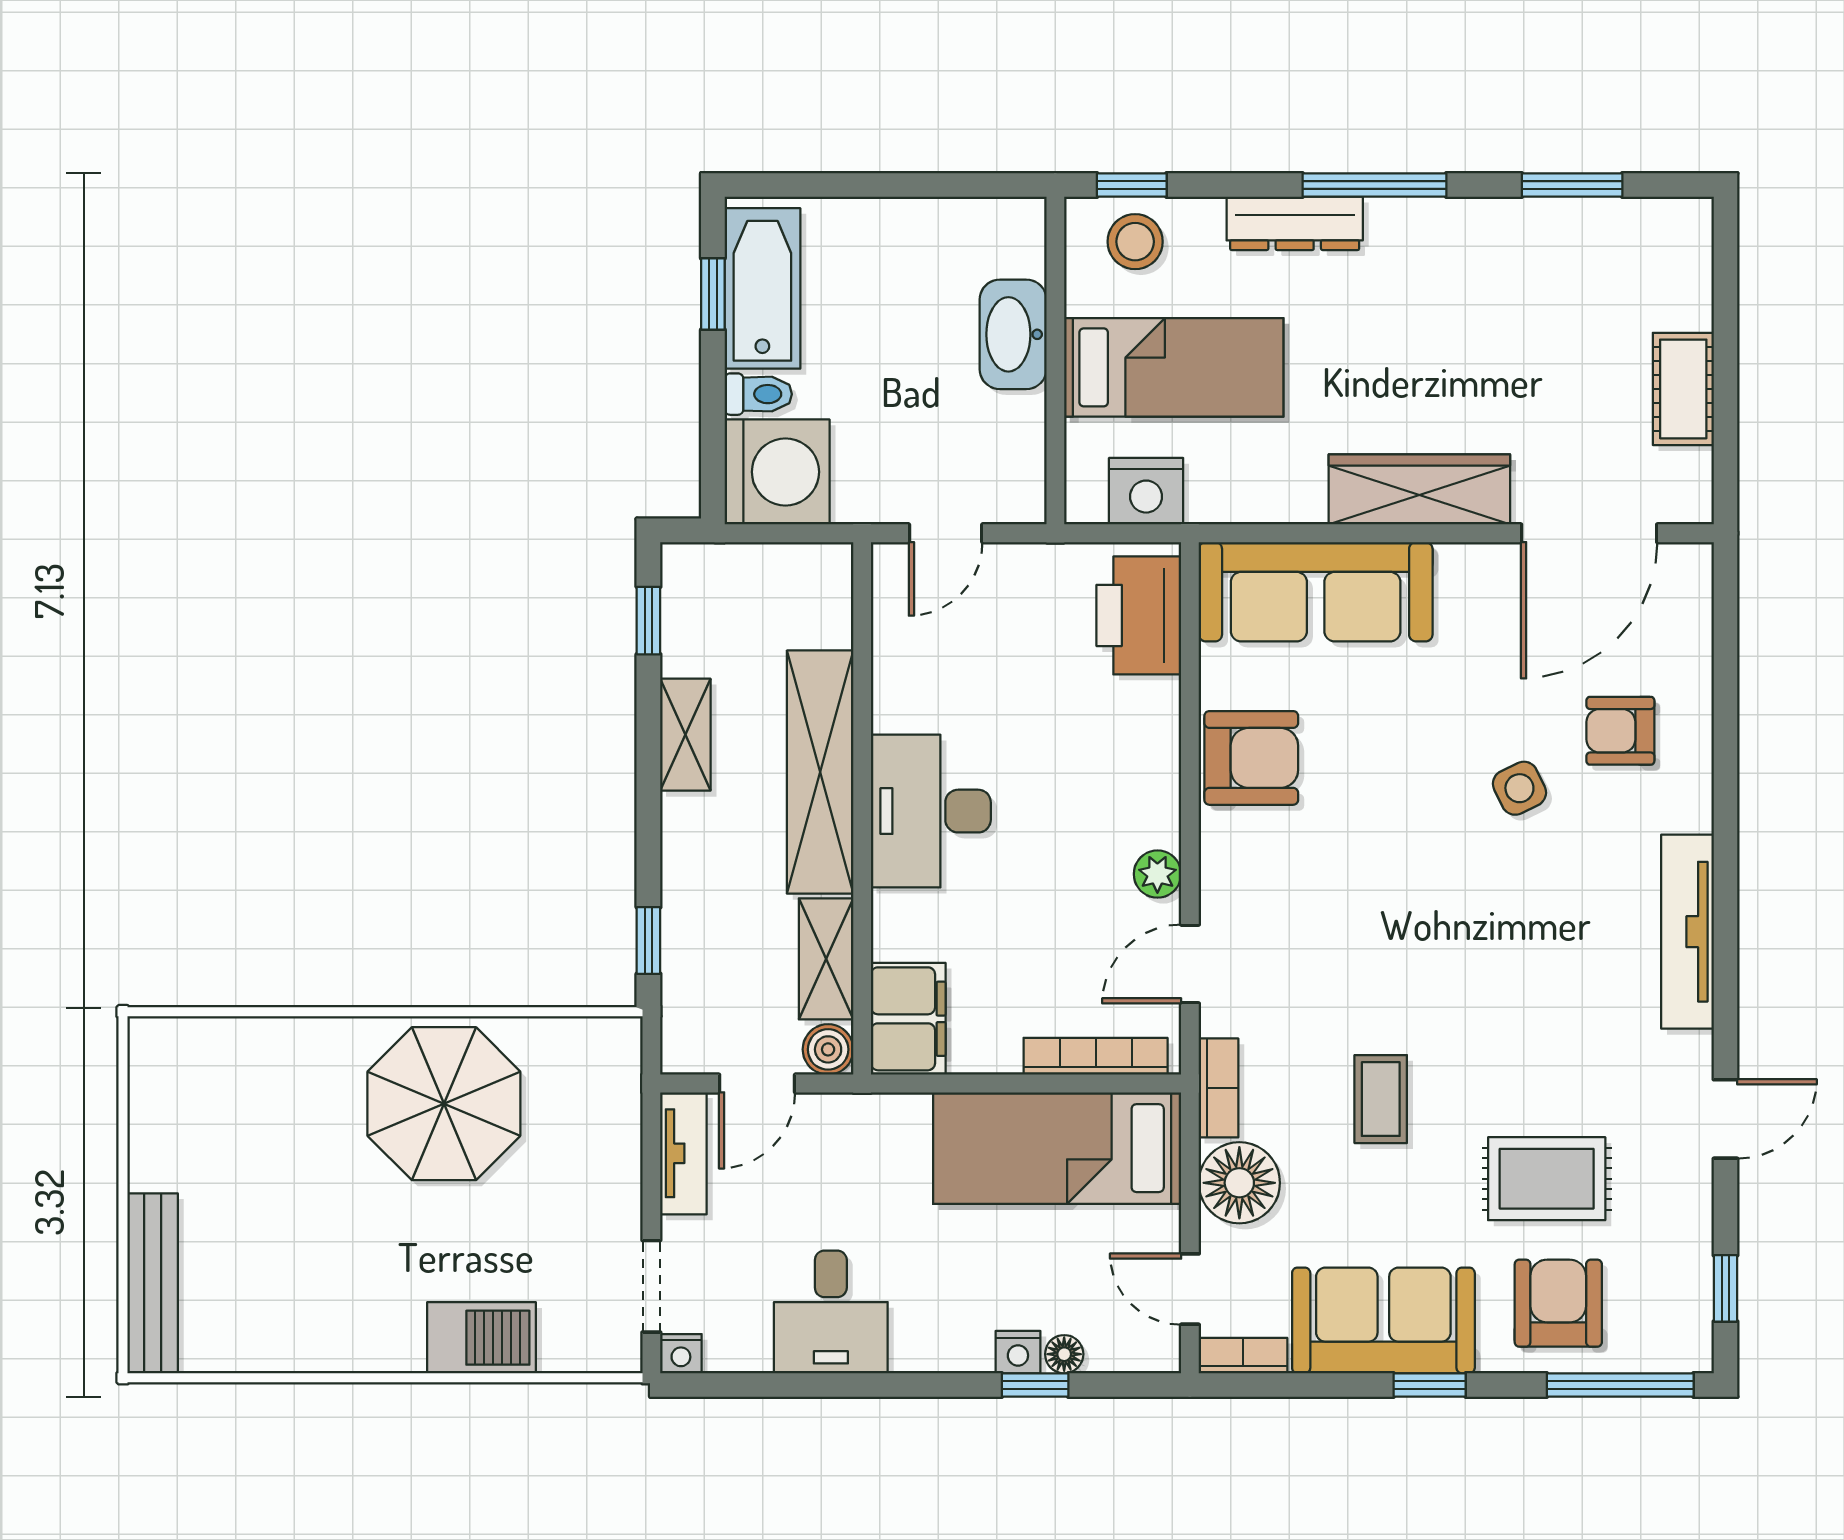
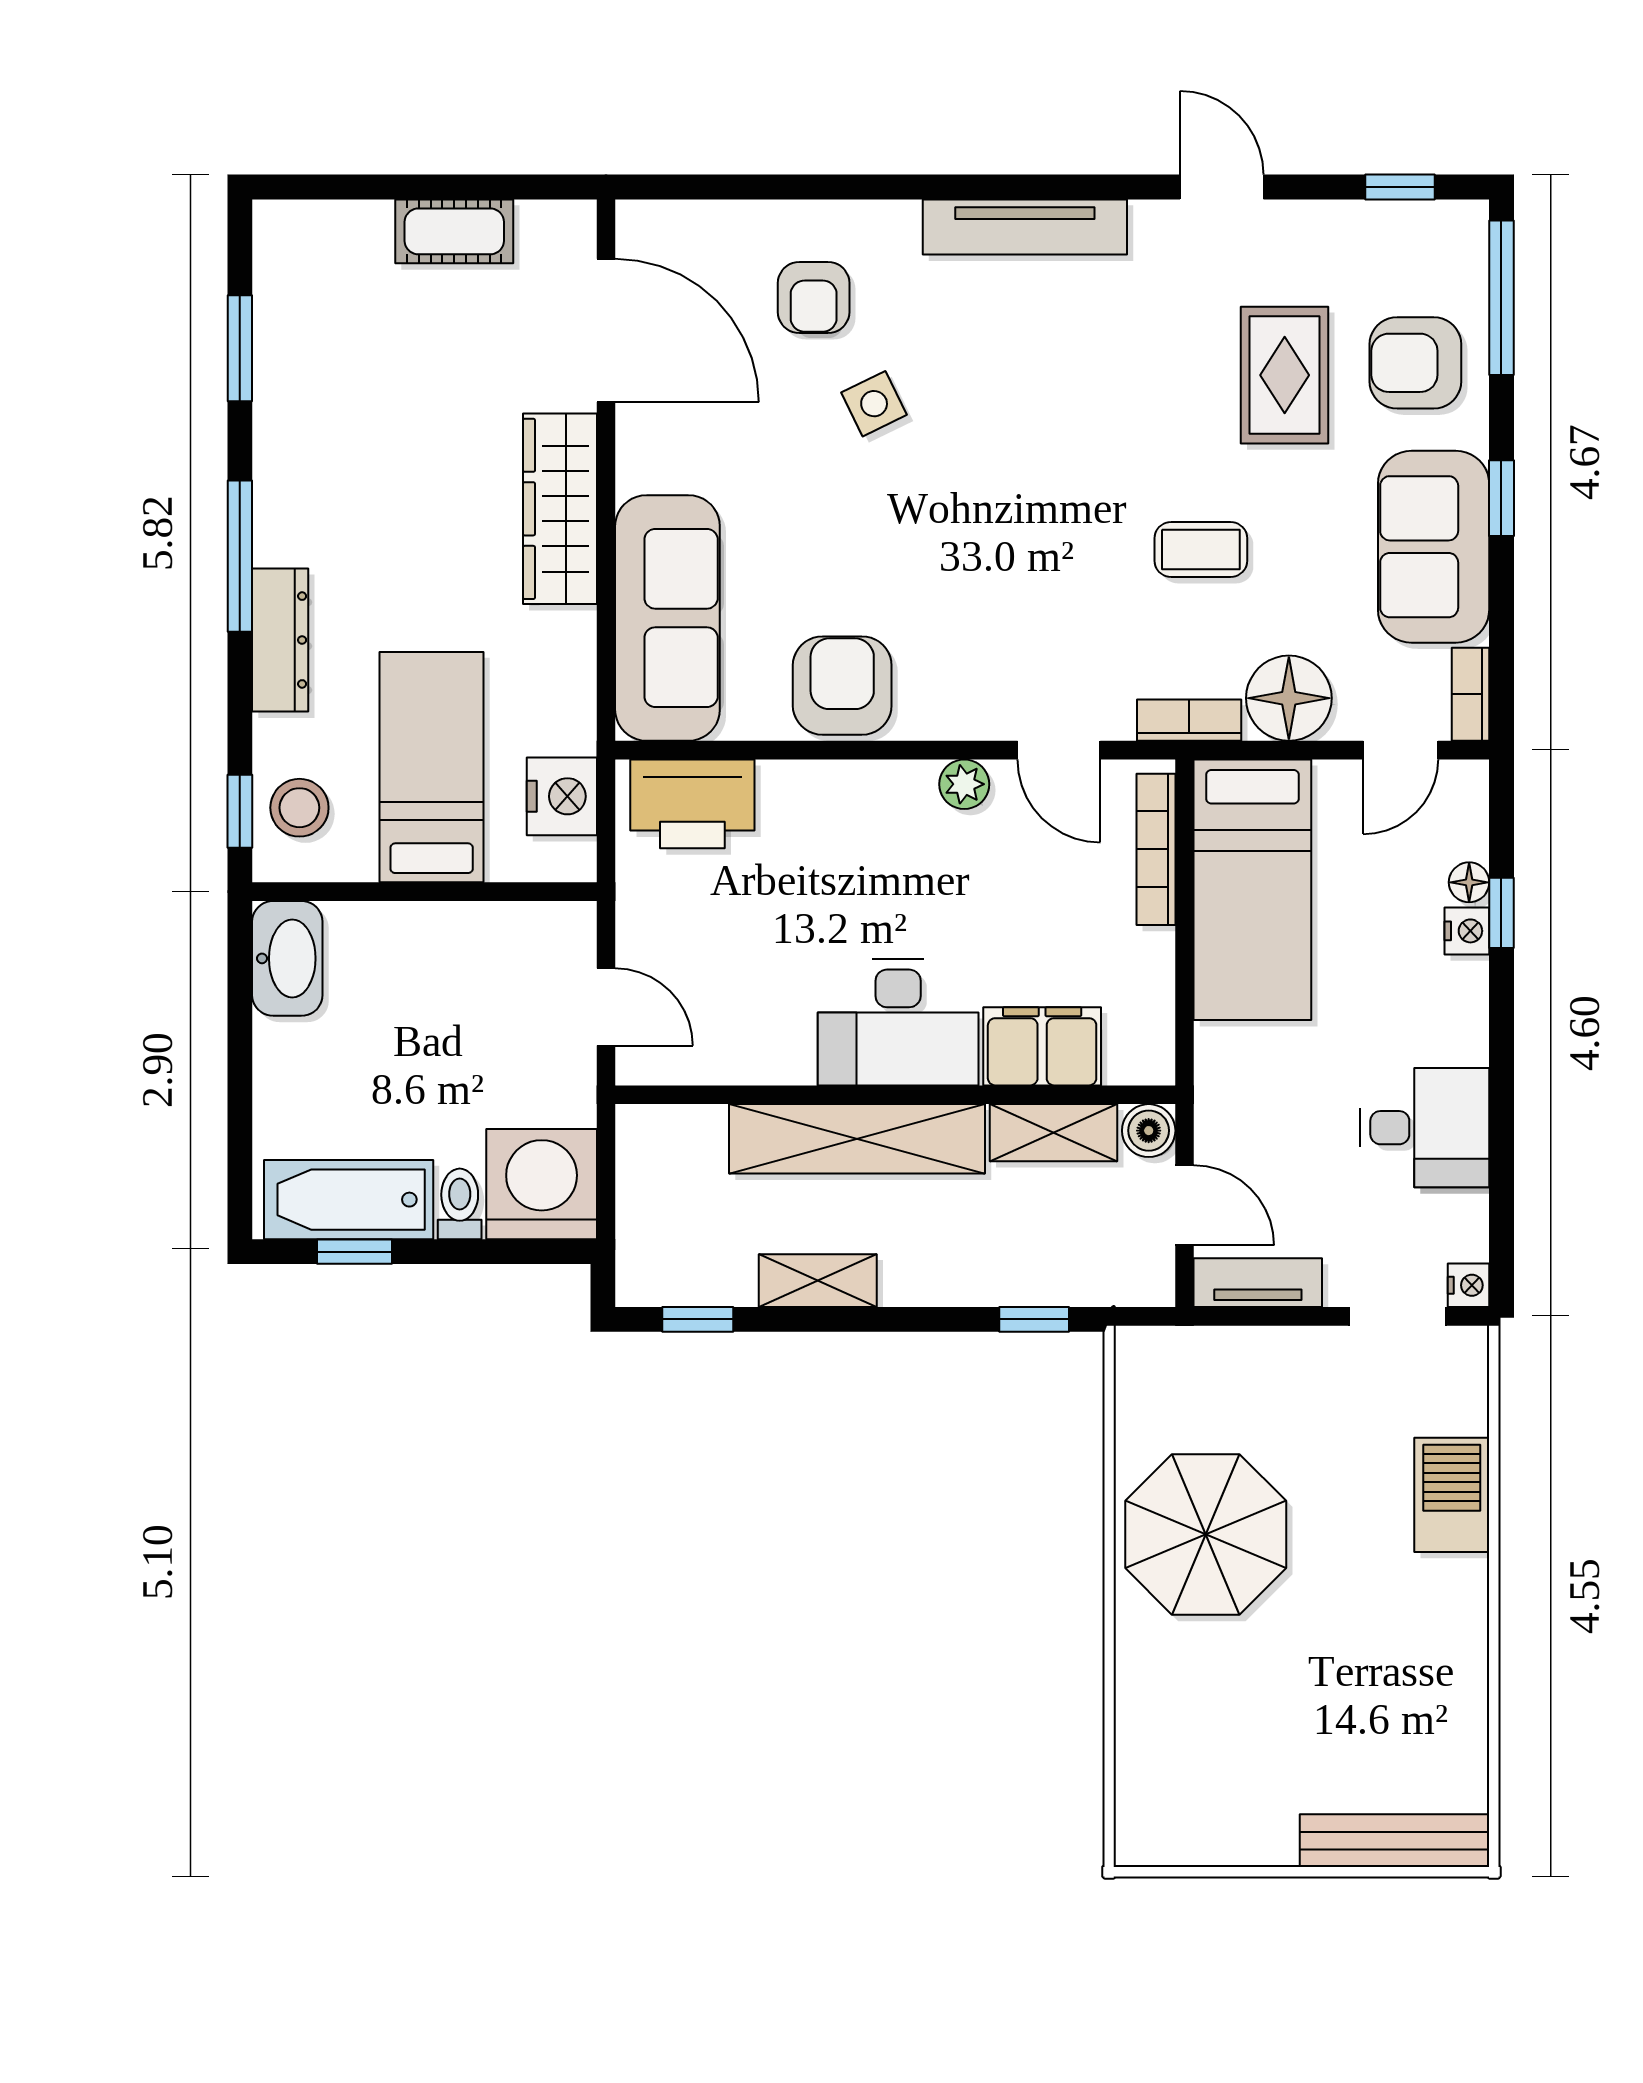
washbasin: (1013, 334) -> (287, 958), moved, turned -90
filing cabinet: (908, 1019) -> (1042, 1046), moved

